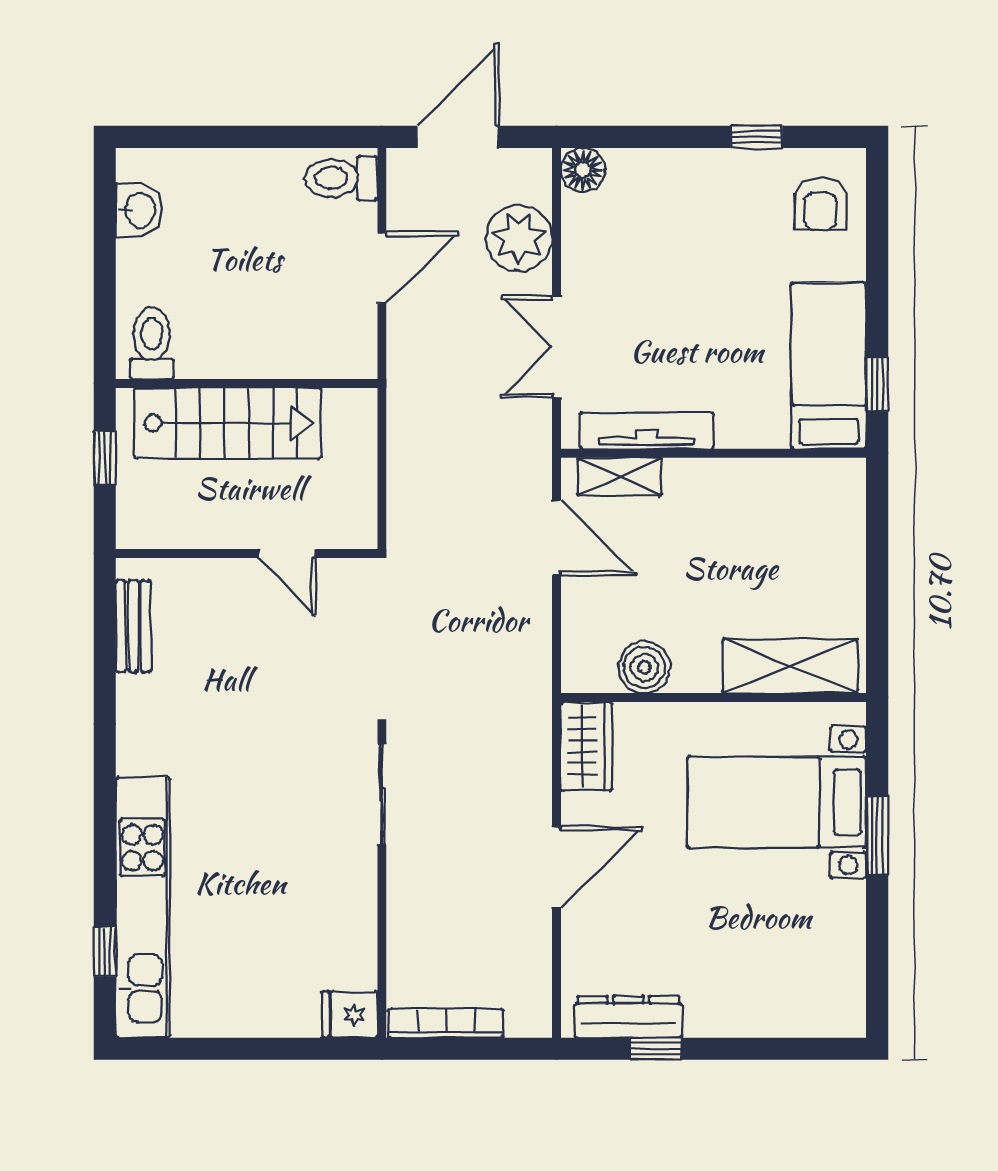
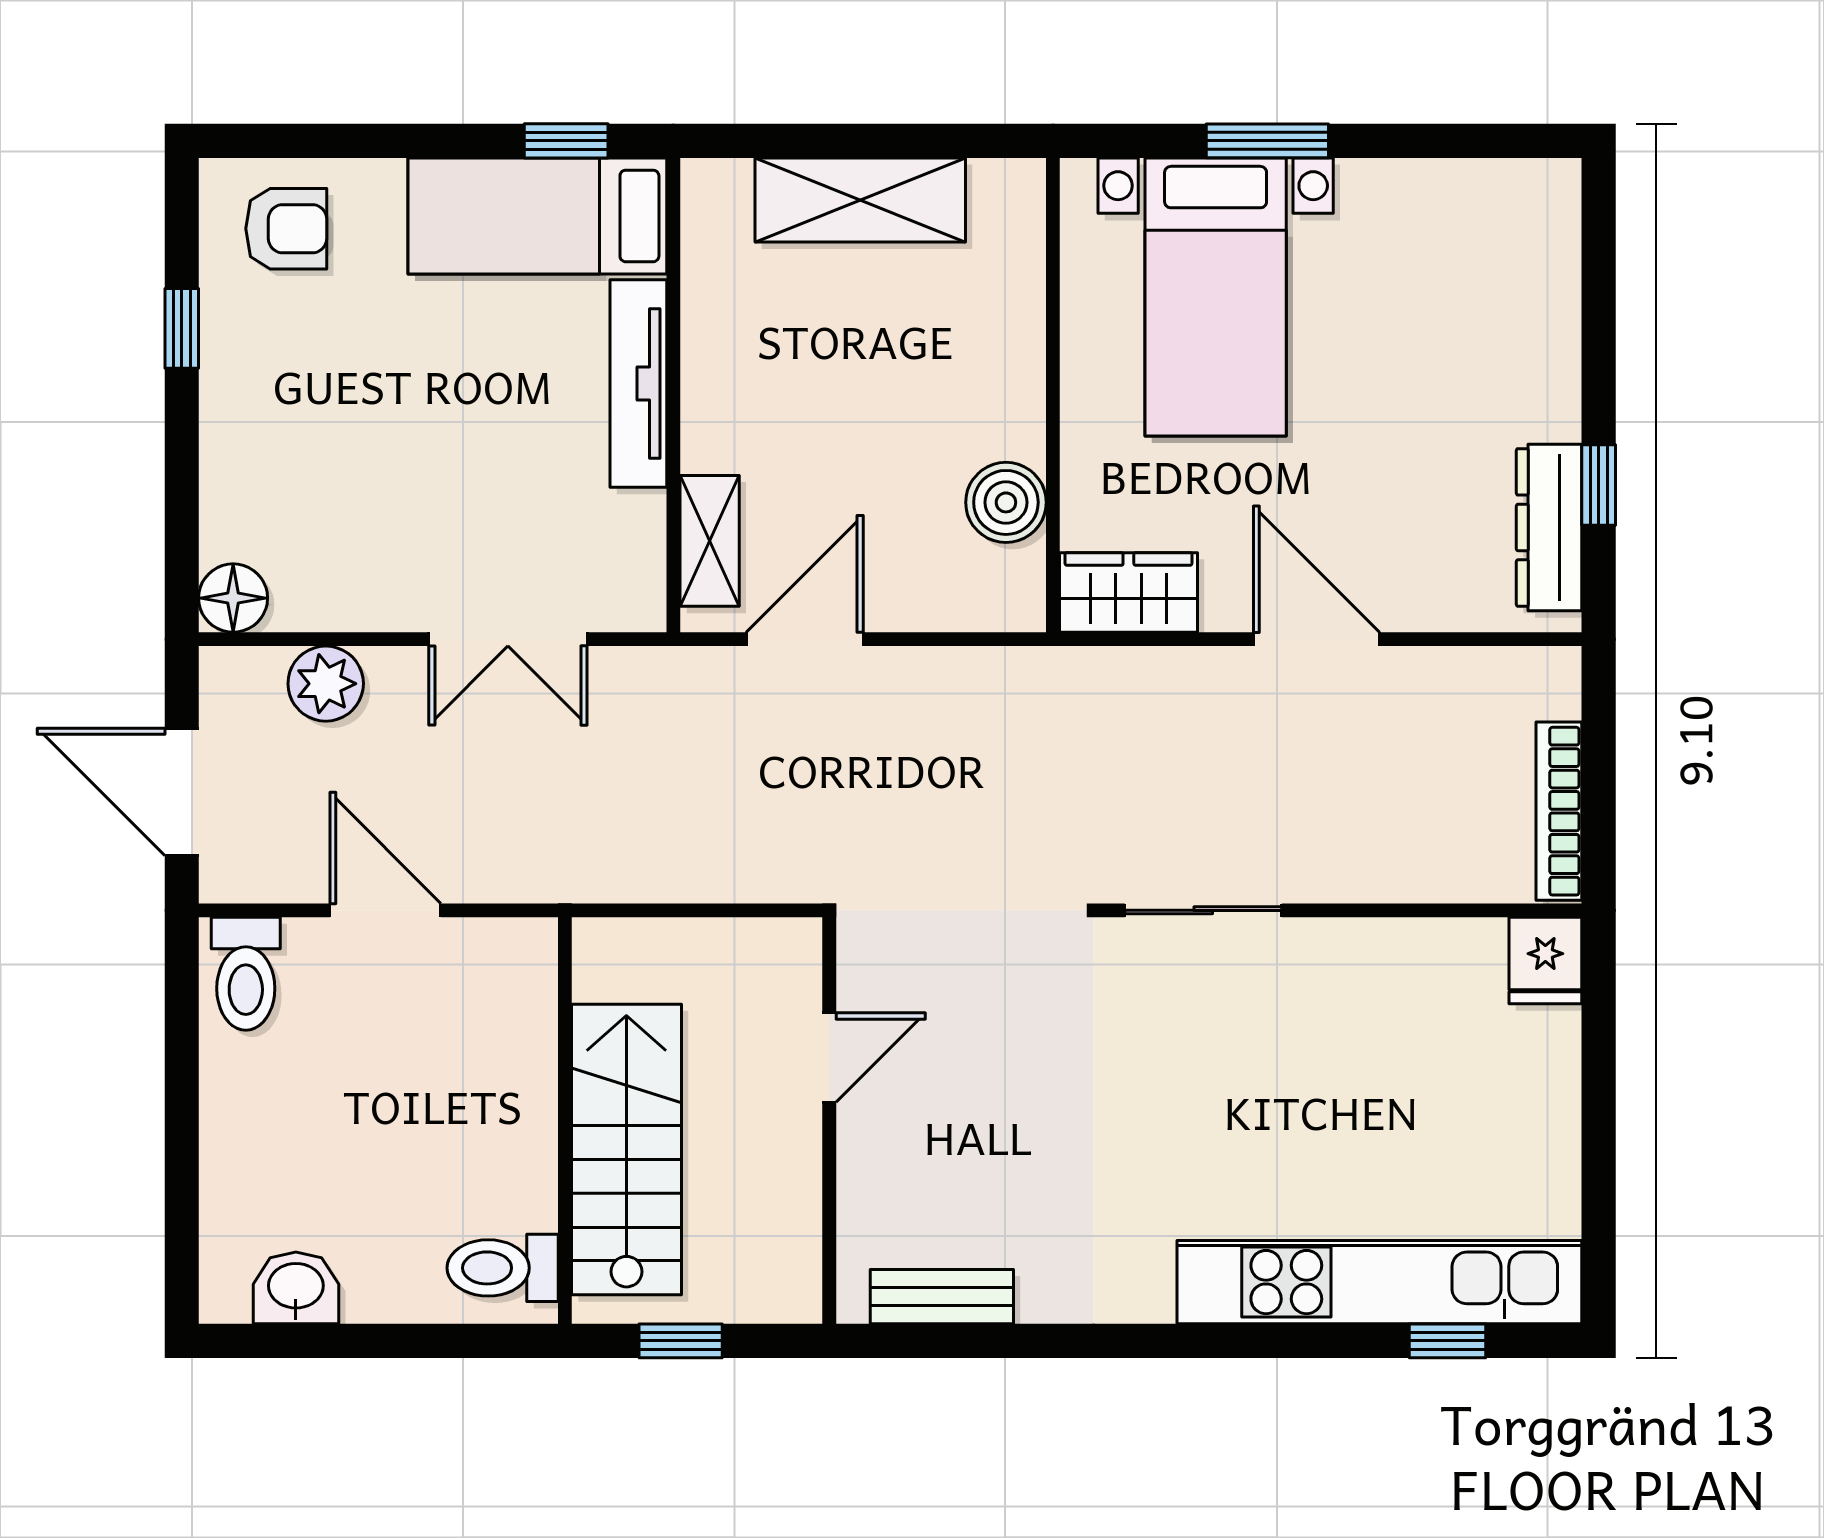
plant: (519, 238) -> (326, 684), width x0.73, depth x0.73
tv unit: (647, 431) -> (638, 383), moved
shelving: (790, 666) -> (860, 200), moved, turned 90

